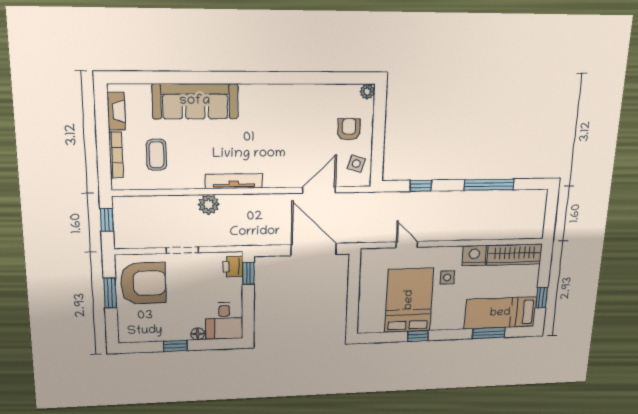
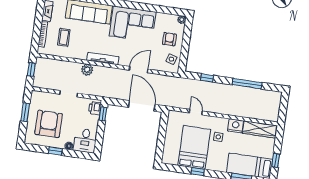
corner sofa: (279, 112) -> (132, 24), added
door: (319, 190) -> (139, 70), moved
armchair: (143, 283) -> (49, 124), moved, turned -90

